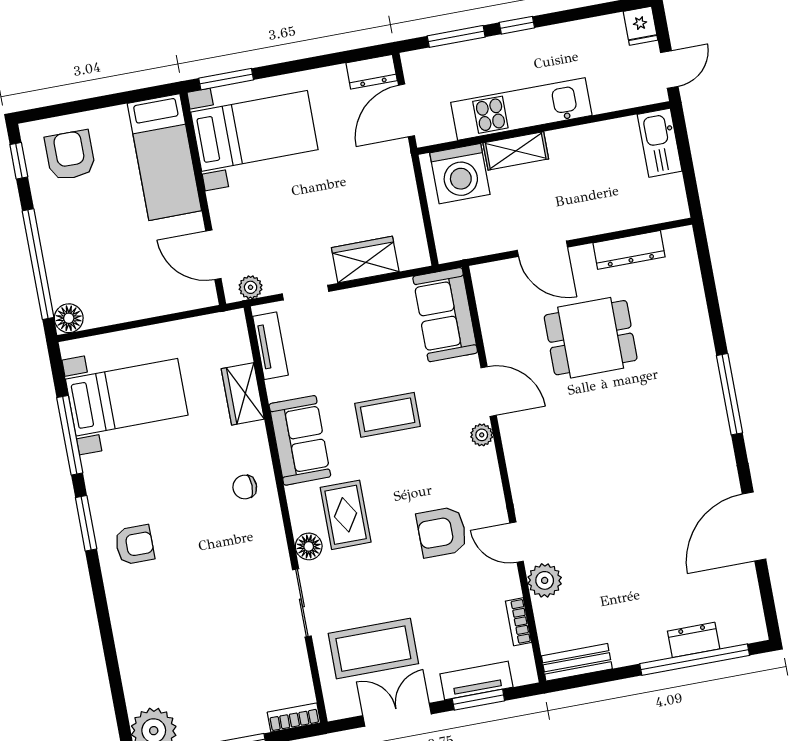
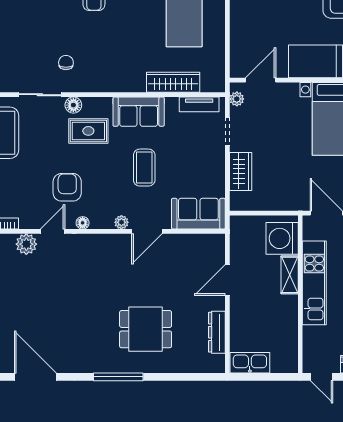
kitchen sink: (660, 143) -> (250, 363), moved
dining table: (591, 338) -> (146, 329), moved, turned 90
wardrobe: (243, 394) -> (173, 82), width x1.50
chair: (245, 487) -> (66, 63), moved
floor lamp: (494, 497) -> (83, 223), added

